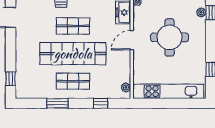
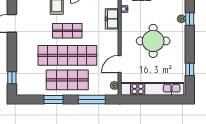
door: (132, 40) -> (120, 64), moved
shop shelf: (73, 81) -> (67, 80), width x1.43, depth x1.36
window: (100, 103) -> (92, 100), width x2.17

